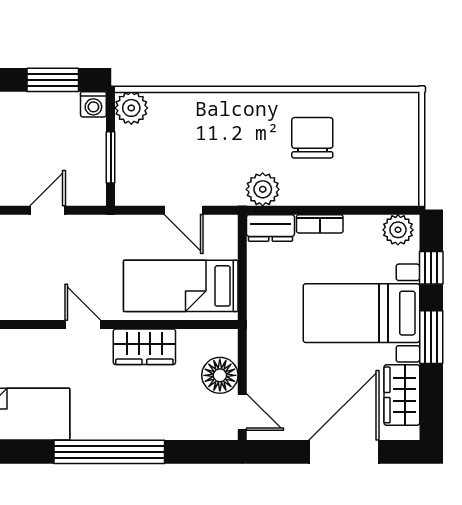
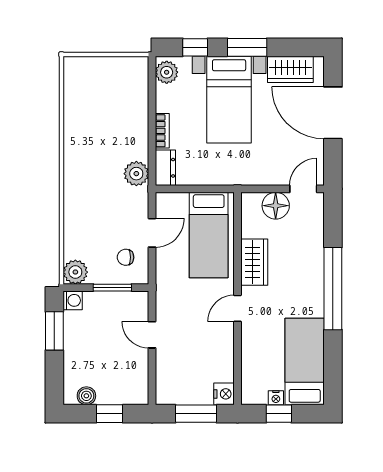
chair: (312, 138) -> (126, 257), moved, width x0.54, depth x0.54

